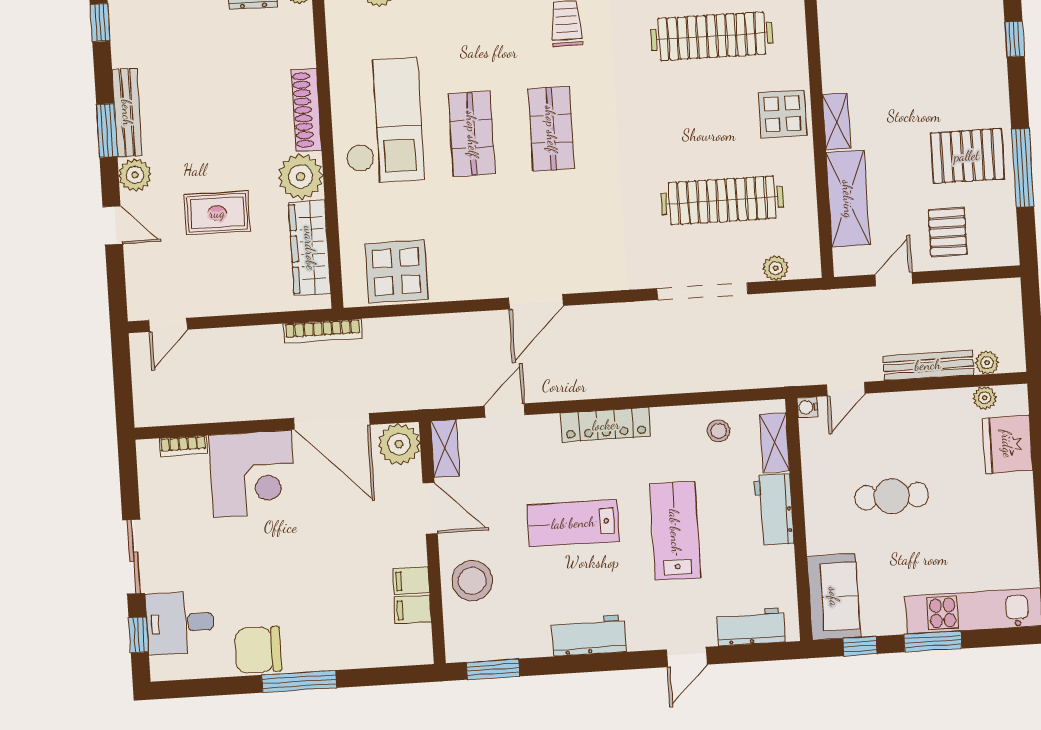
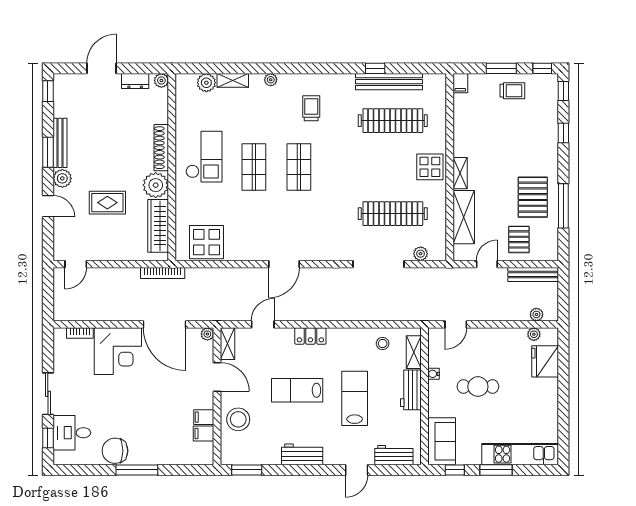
checkout: (382, 121) -> (204, 157), width x0.73, depth x0.83
pallet: (967, 156) -> (533, 197), turned 90
bench: (928, 365) -> (533, 275), moved
water cooler: (807, 407) -> (434, 374), moved
locker: (606, 425) -> (310, 336), width x0.66
plant: (399, 444) -> (207, 334), width x0.53, depth x0.53

